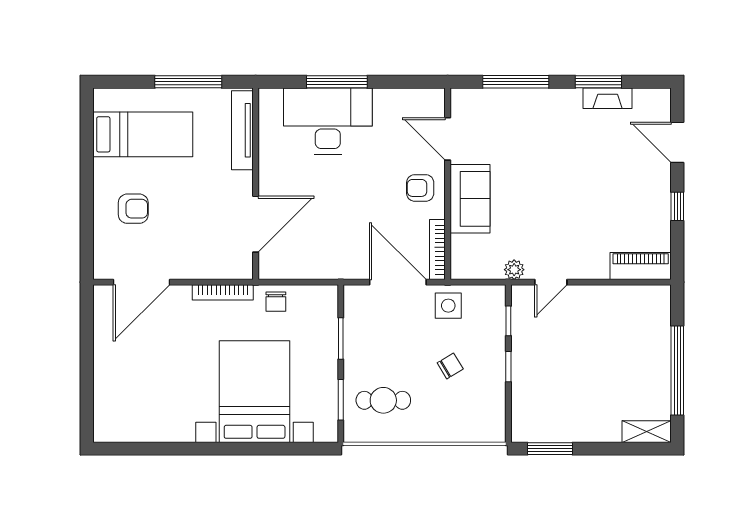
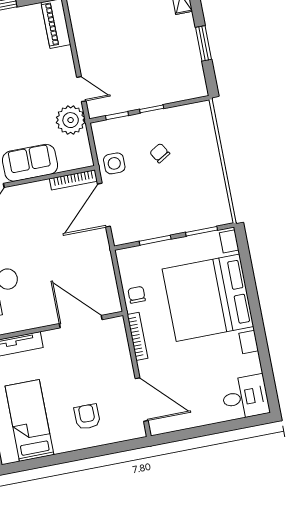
armchair: (420, 188) -> (29, 202), removed
plant: (514, 270) -> (71, 120), width x1.88, depth x1.88
chair: (276, 302) -> (137, 295), turned -90
bed with nightstands: (255, 392) -> (208, 298), width x1.36
cafe table: (383, 400) -> (196, 199), removed
desk: (119, 414) -> (245, 397), added
window: (550, 449) -> (203, 43), moved

